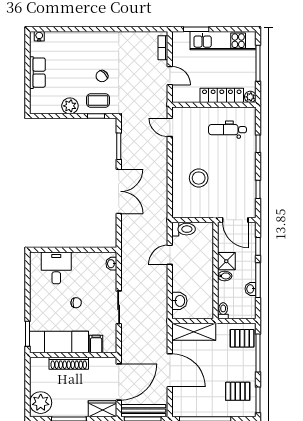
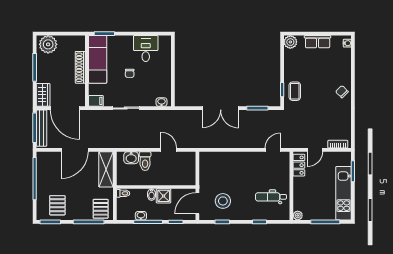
chair: (102, 76) -> (342, 92), moved
locker: (222, 95) -> (299, 165), moved, width x0.66
plant: (70, 106) -> (290, 42), moved
dental chair: (227, 130) -> (271, 197), turned -90
stool: (199, 178) -> (223, 201), moved
toilet: (184, 229) -> (145, 161), moved
desk: (56, 268) -> (146, 49), moved, turned -90
filing cabinet: (96, 344) -> (96, 101), moved

